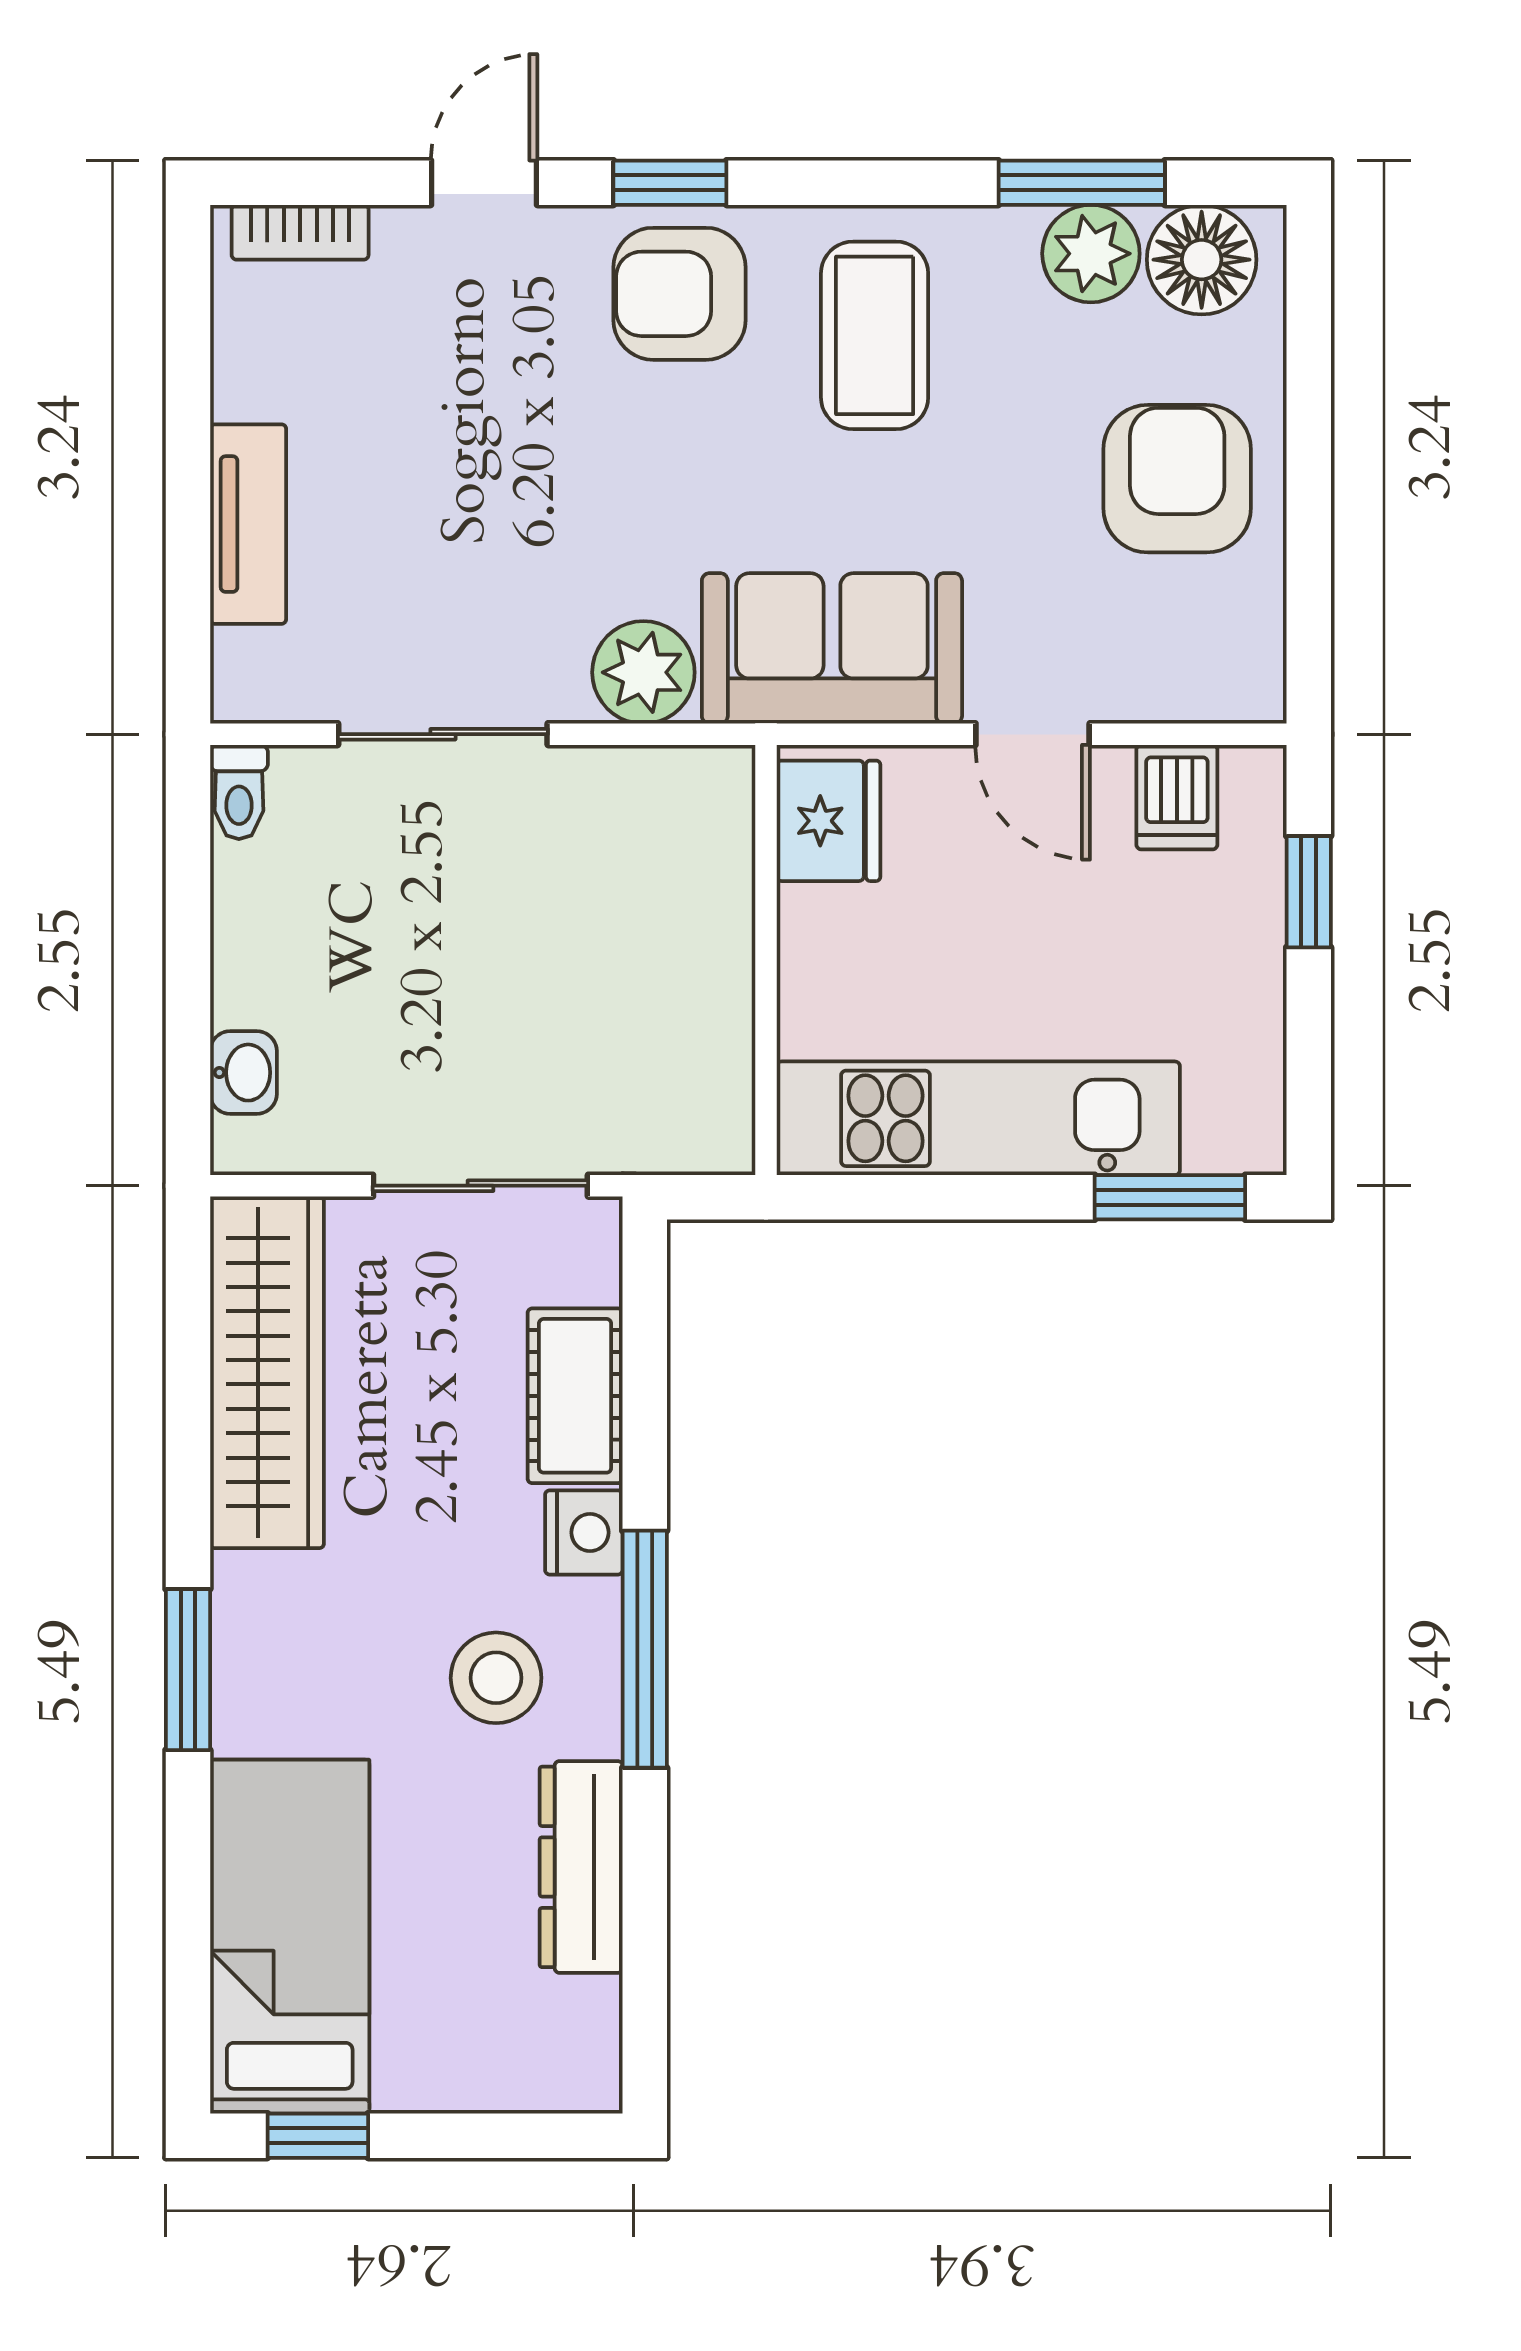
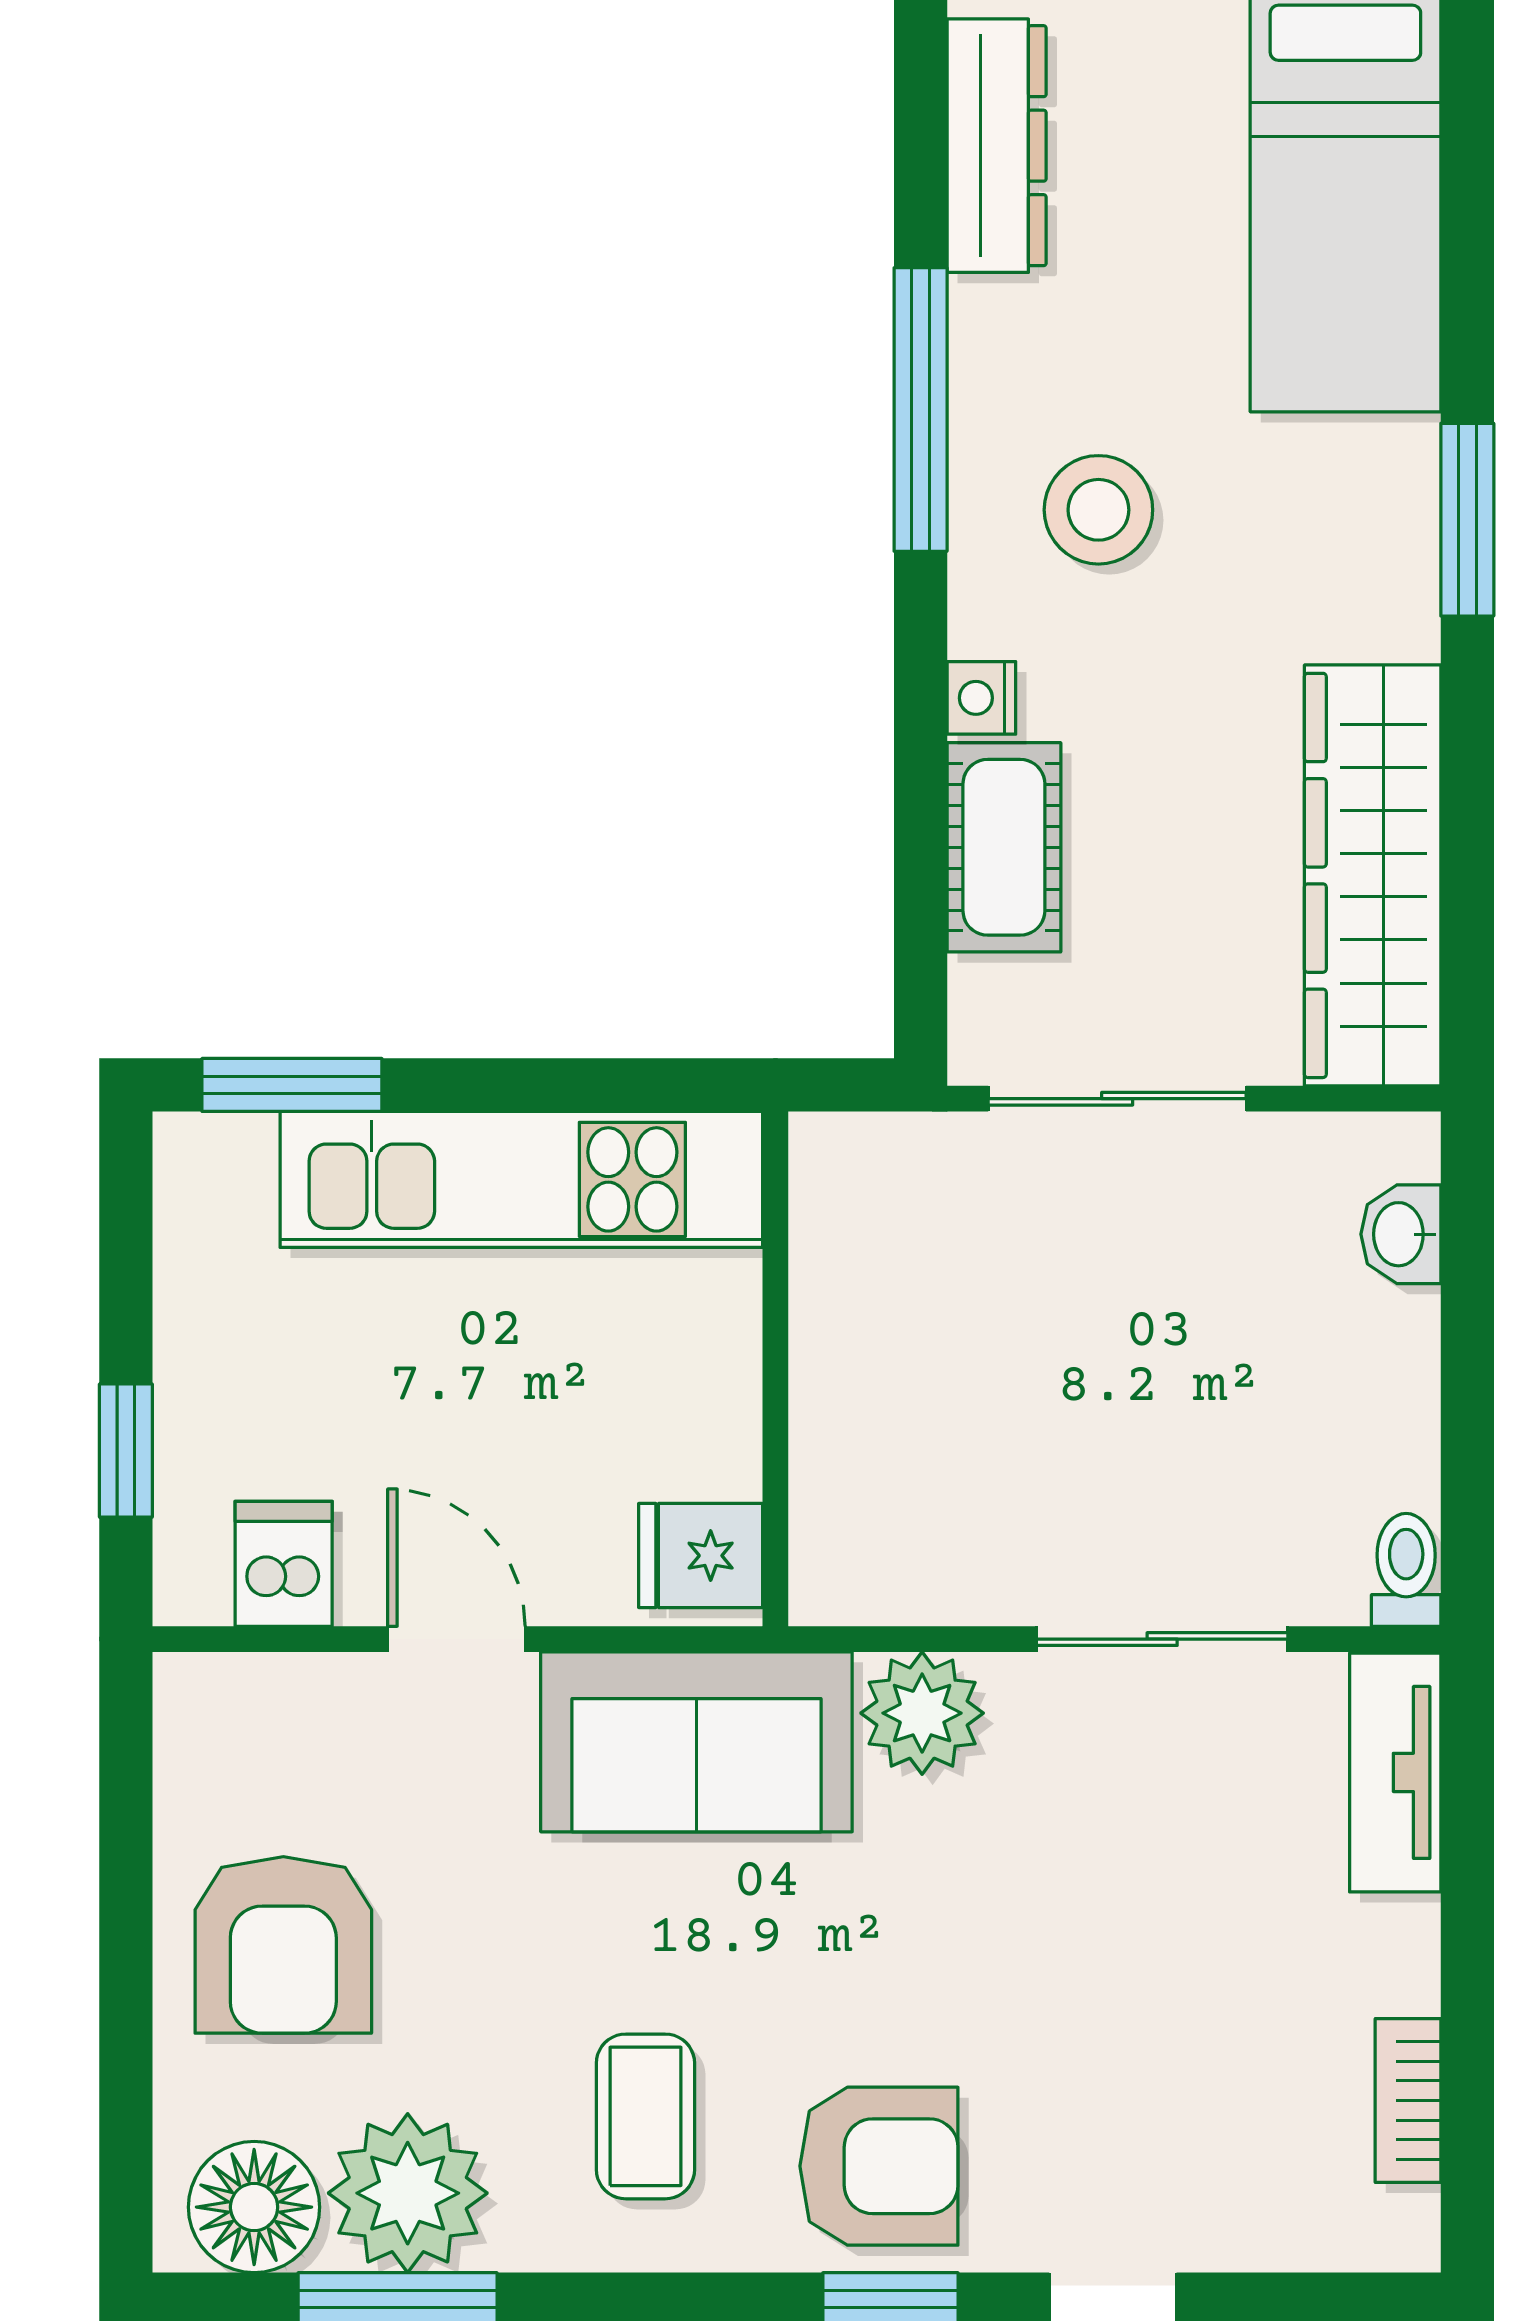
bookcase: (300, 232) -> (1408, 2100), moved, turned -90
plant: (1091, 254) -> (408, 2193), width x1.36, depth x1.36
coffee table: (875, 335) -> (645, 2116), width x0.73, depth x0.77
tv unit: (248, 524) -> (1395, 1772), moved
fridge: (828, 821) -> (701, 1556), width x0.72
nightstand: (584, 1532) -> (981, 698), width x0.72, depth x0.74
window: (645, 1649) -> (921, 410), moved
dresser: (581, 1867) -> (997, 146), moved

